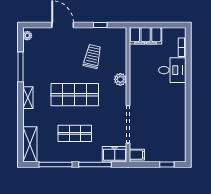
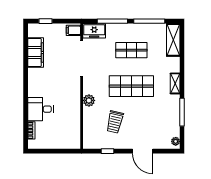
filing cabinet: (146, 36) -> (36, 52), moved, turned 90

